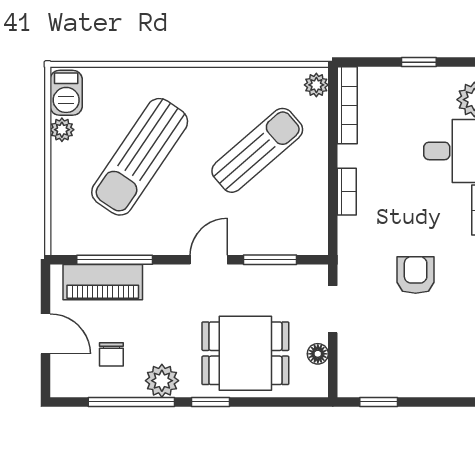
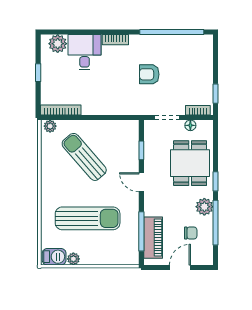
sun lounger: (140, 157) -> (88, 218), turned -34
bookcase: (347, 192) -> (198, 110), moved
window: (270, 260) -> (141, 150), width x0.67

